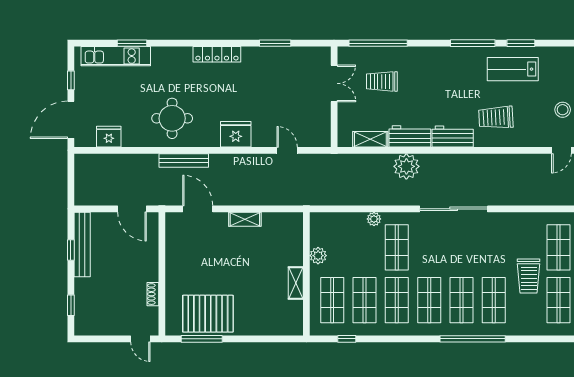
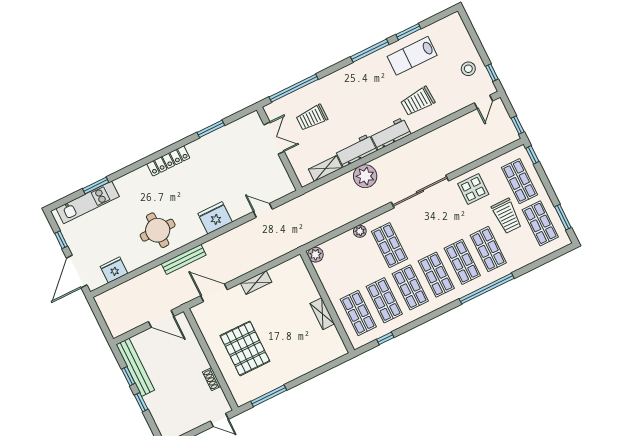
display table: (508, 233) -> (473, 189), added
plant: (318, 256) -> (315, 255), moved
window: (71, 305) -> (141, 402), moved
pallet: (208, 314) -> (245, 348), moved, turned 90

